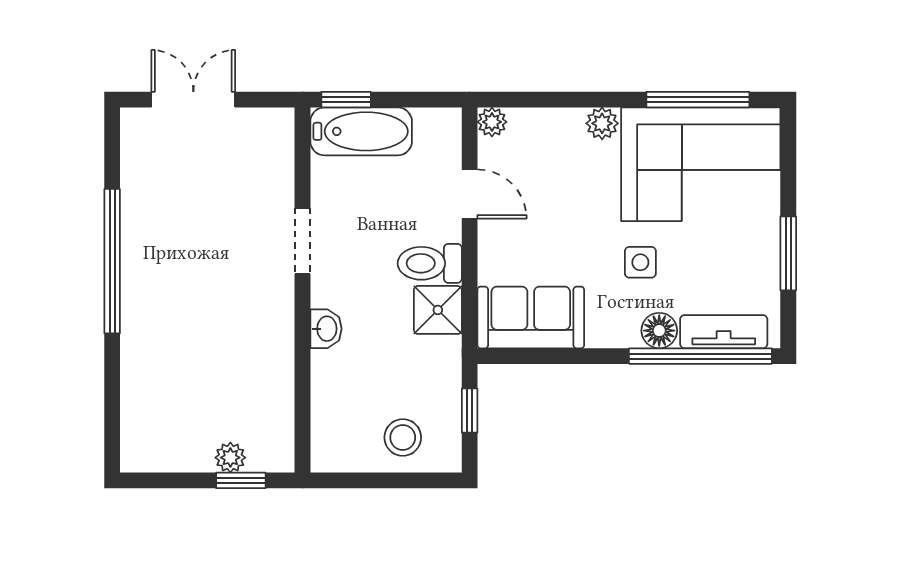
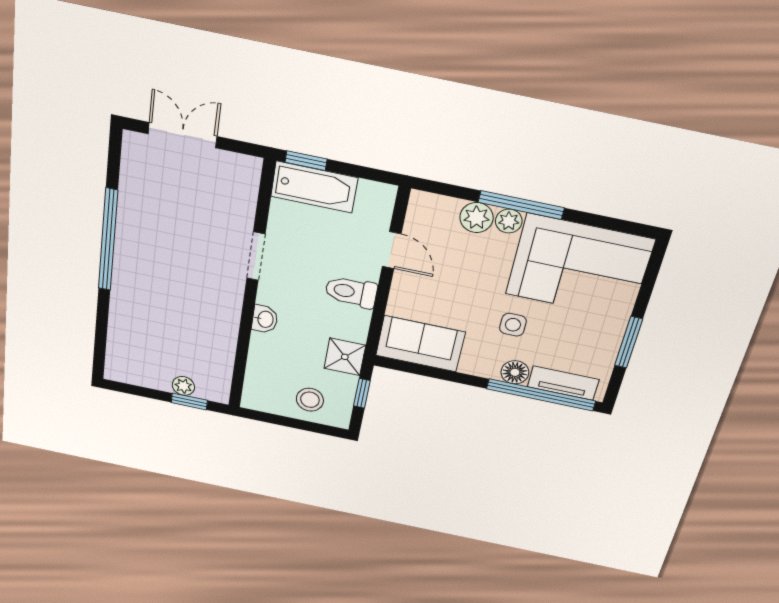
window: (698, 100) -> (521, 205), moved
plant: (492, 122) -> (477, 218), moved, width x1.38, depth x1.38
shower: (438, 310) -> (345, 357), moved

